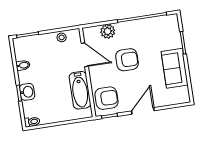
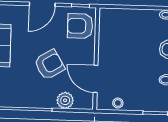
armchair: (127, 60) -> (49, 65), turned 149
bathtub: (80, 90) -> (108, 40), removed

